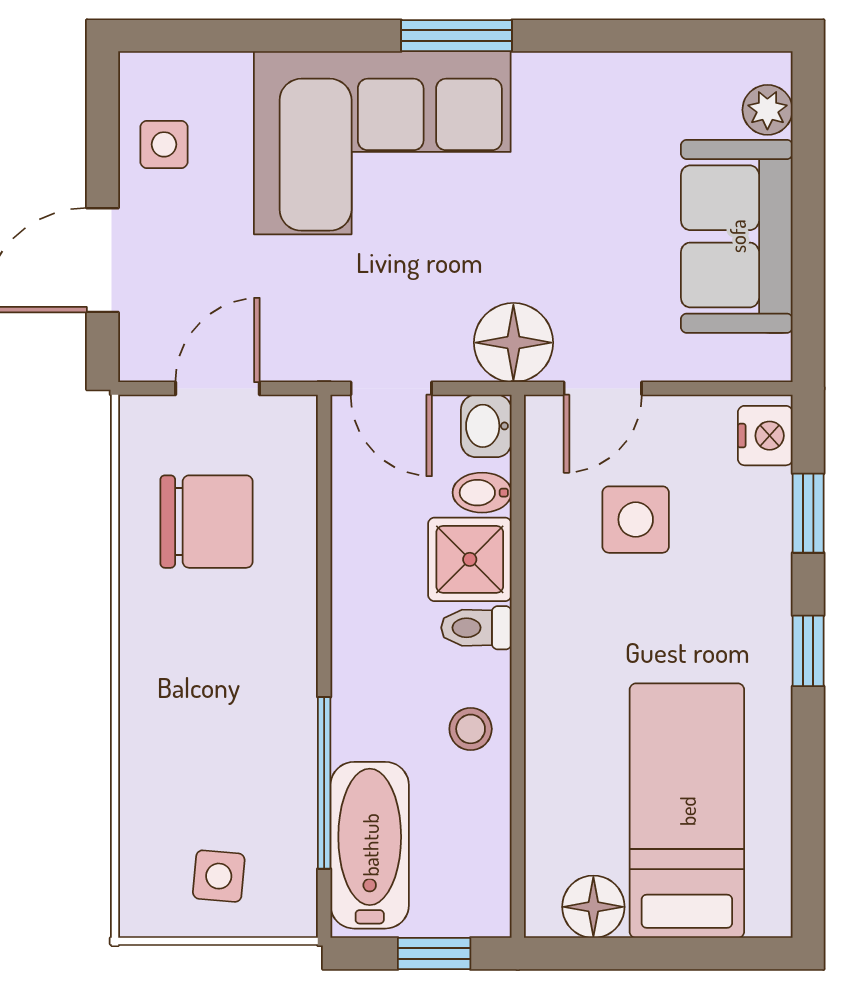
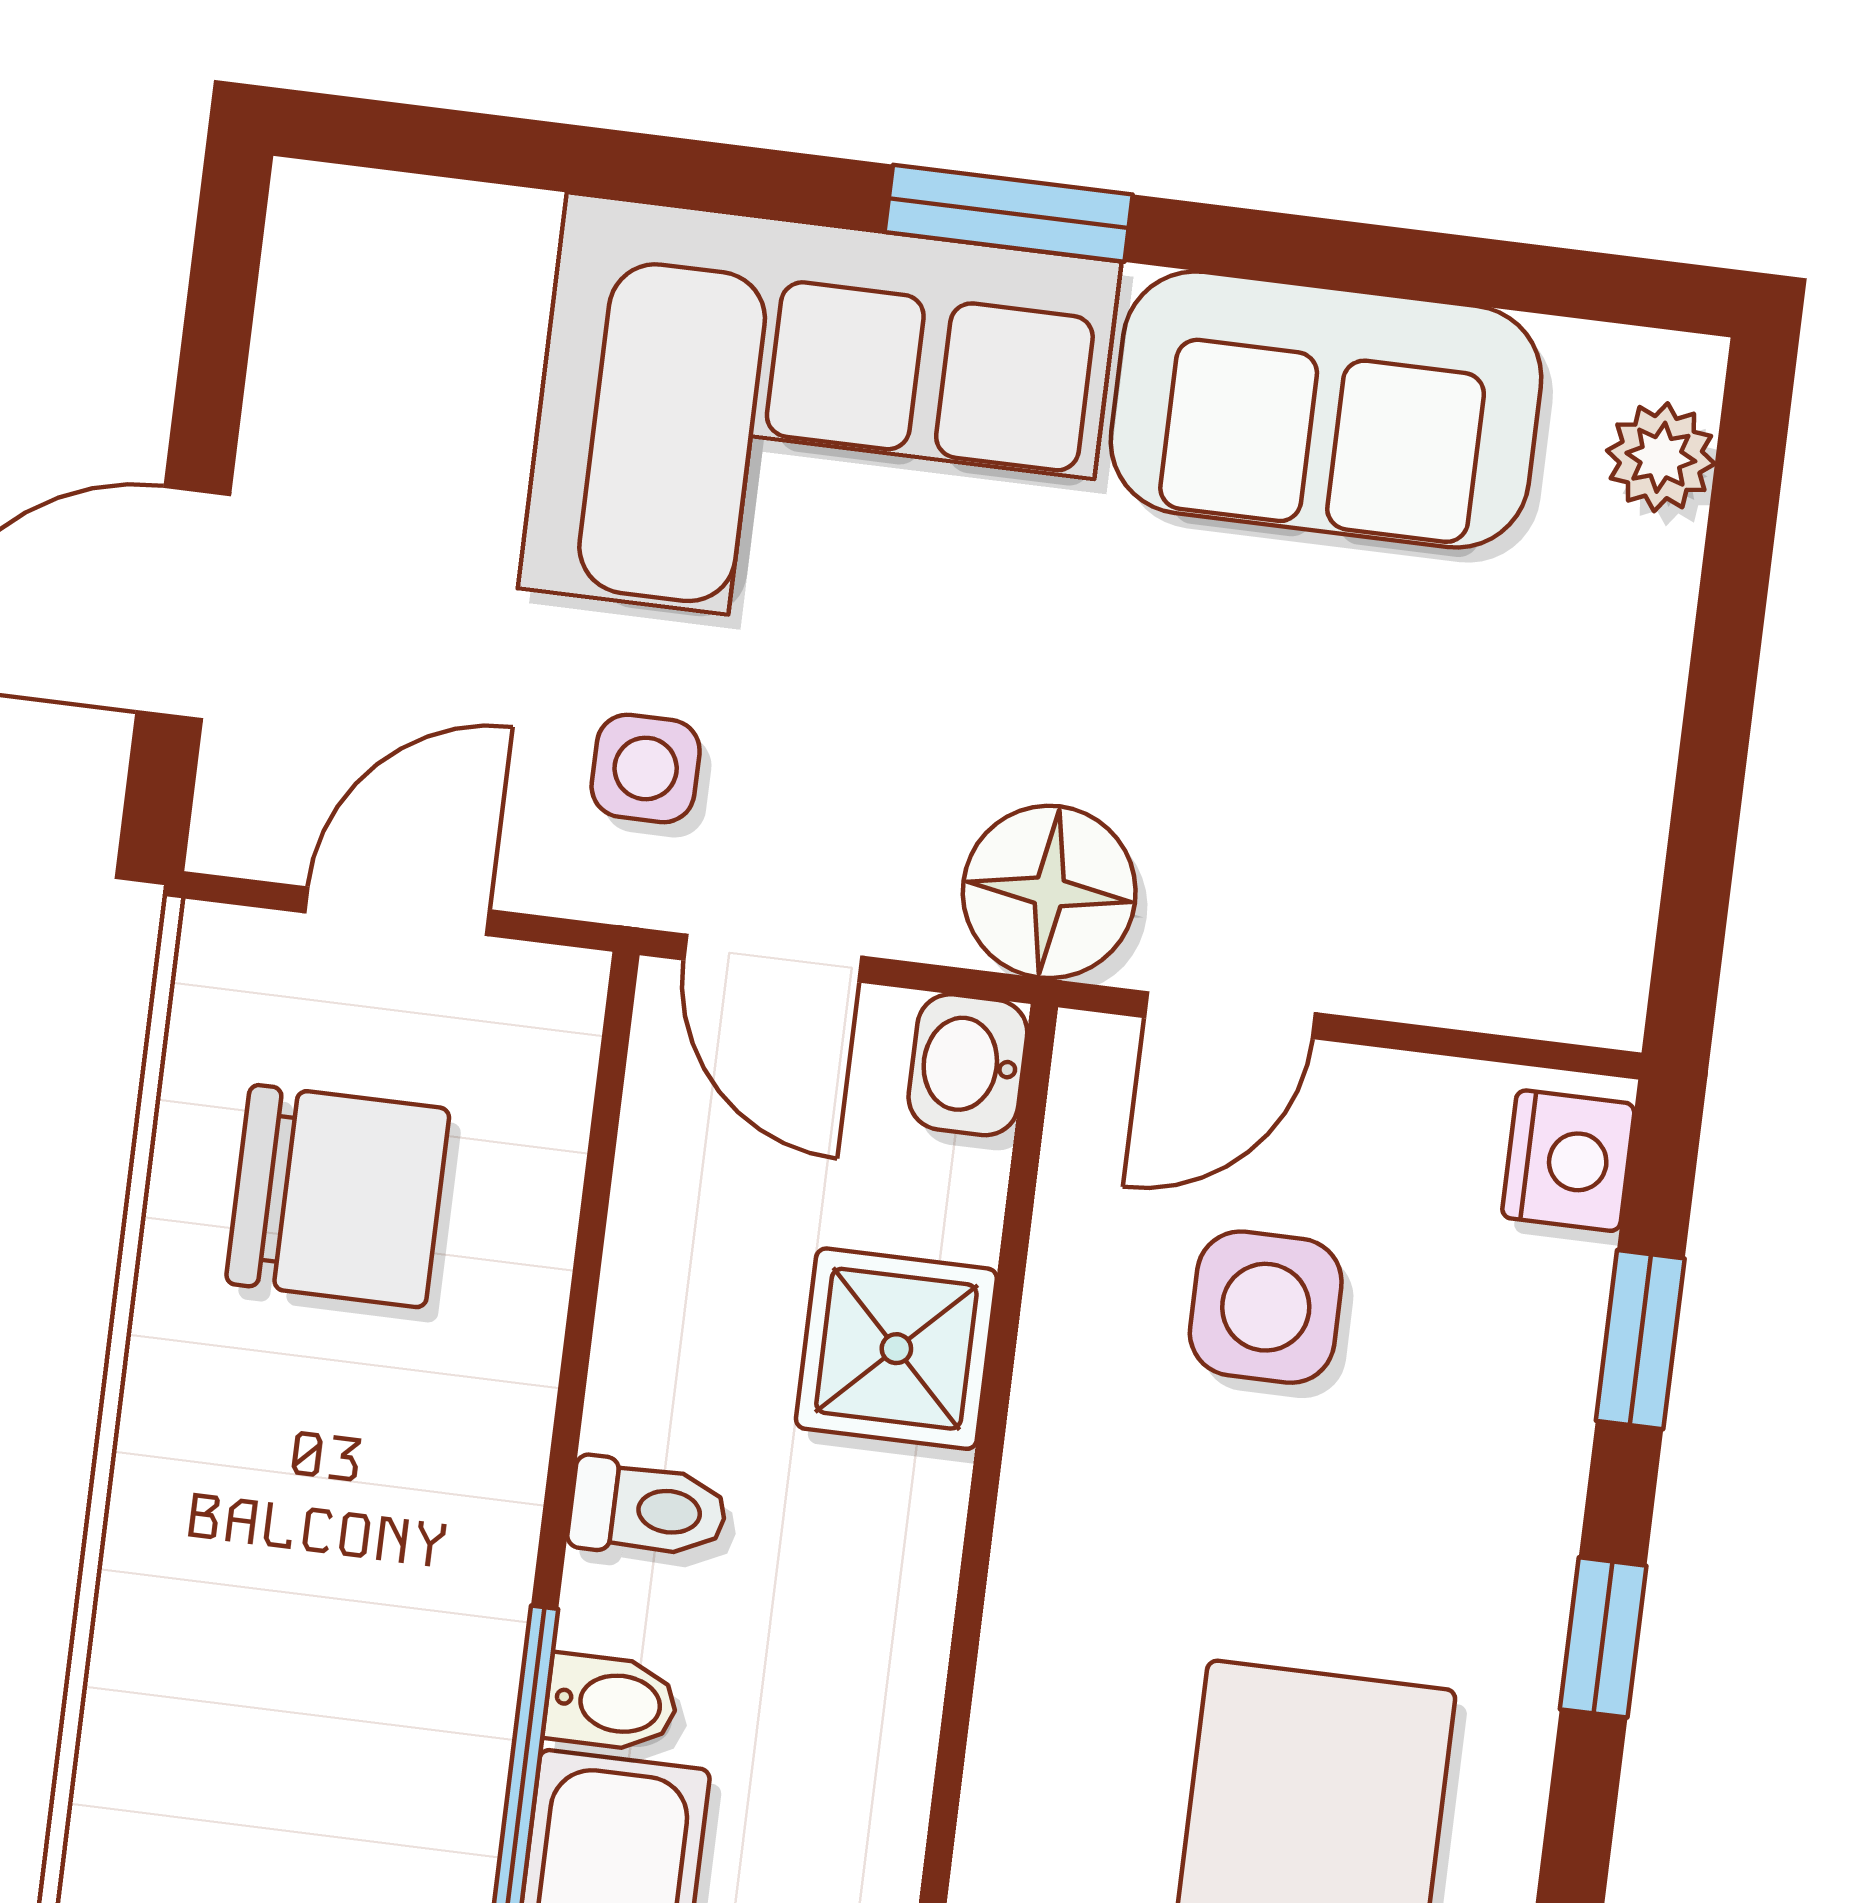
side table: (164, 144) -> (646, 768), moved
sofa: (737, 236) -> (1326, 409), moved, turned -90
bidet: (482, 493) -> (611, 1703), moved, turned 180
toilet: (476, 628) -> (648, 1509), moved, turned 180
stool: (471, 729) -> (853, 1715), removed

